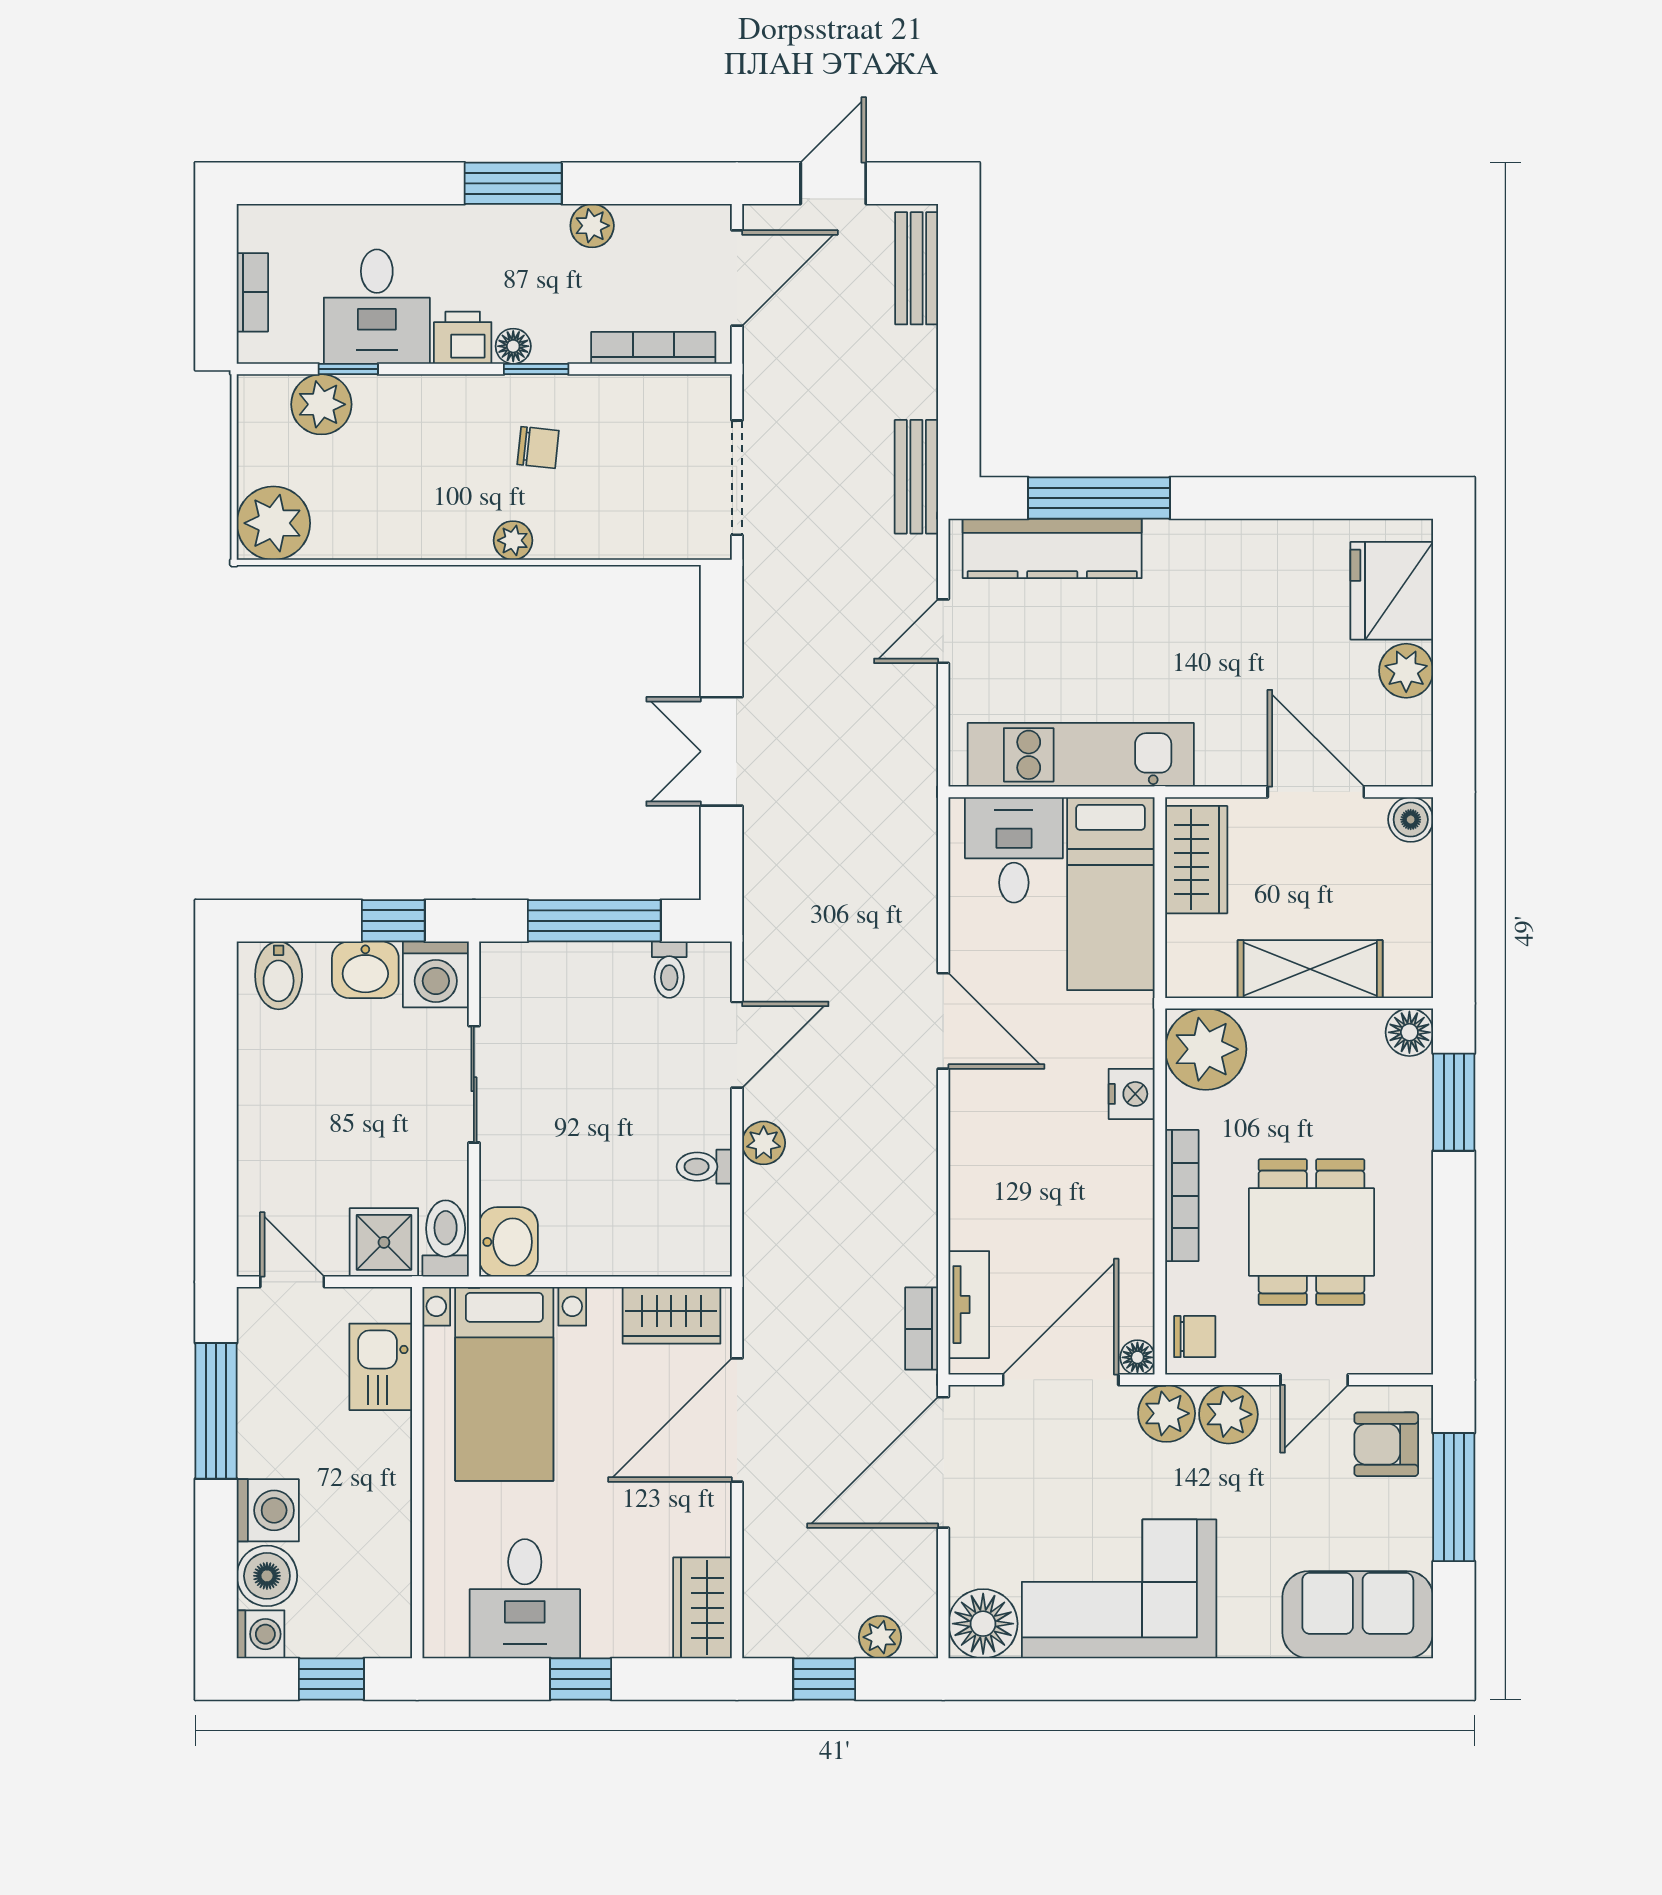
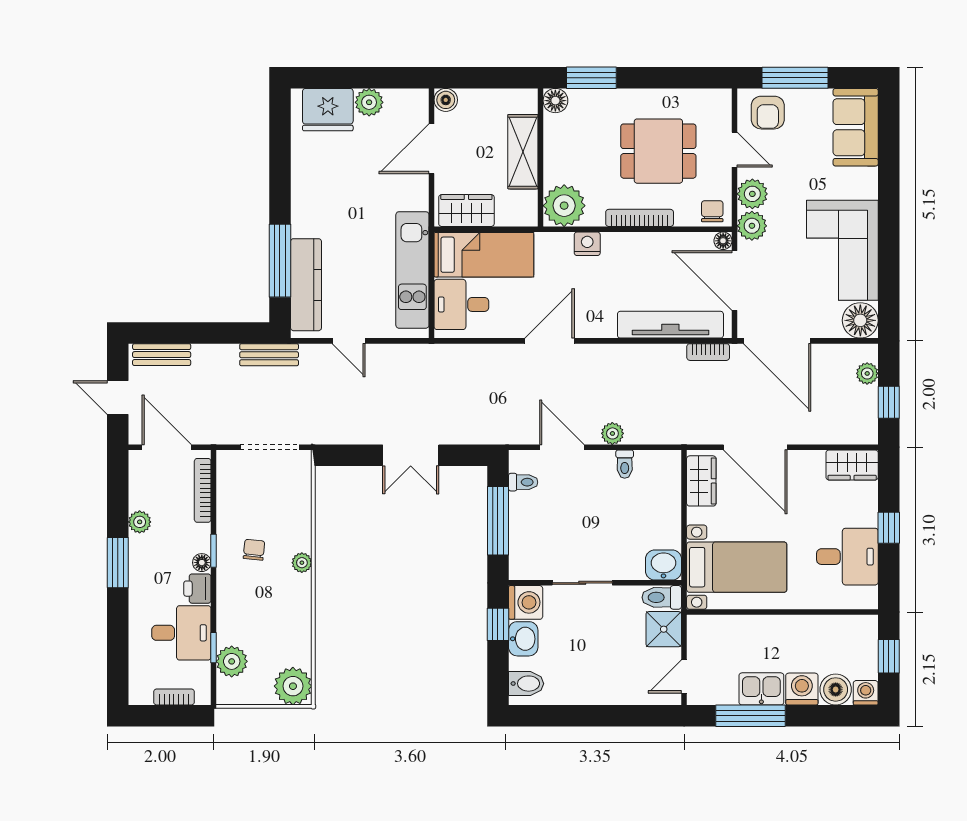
tv unit: (969, 1305) -> (670, 325), width x1.92, depth x1.29
kitchen sink: (381, 1367) -> (761, 689), moved, turned 180

